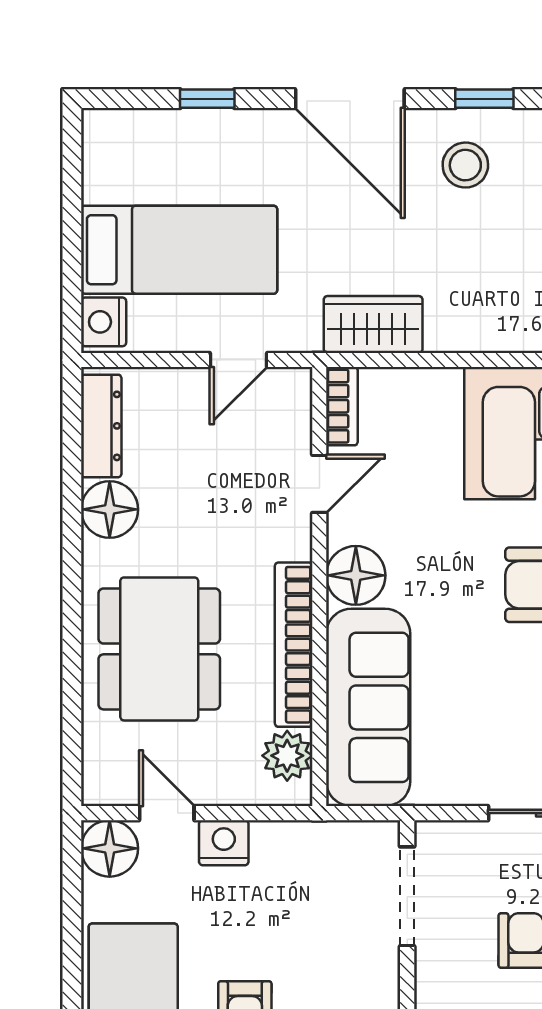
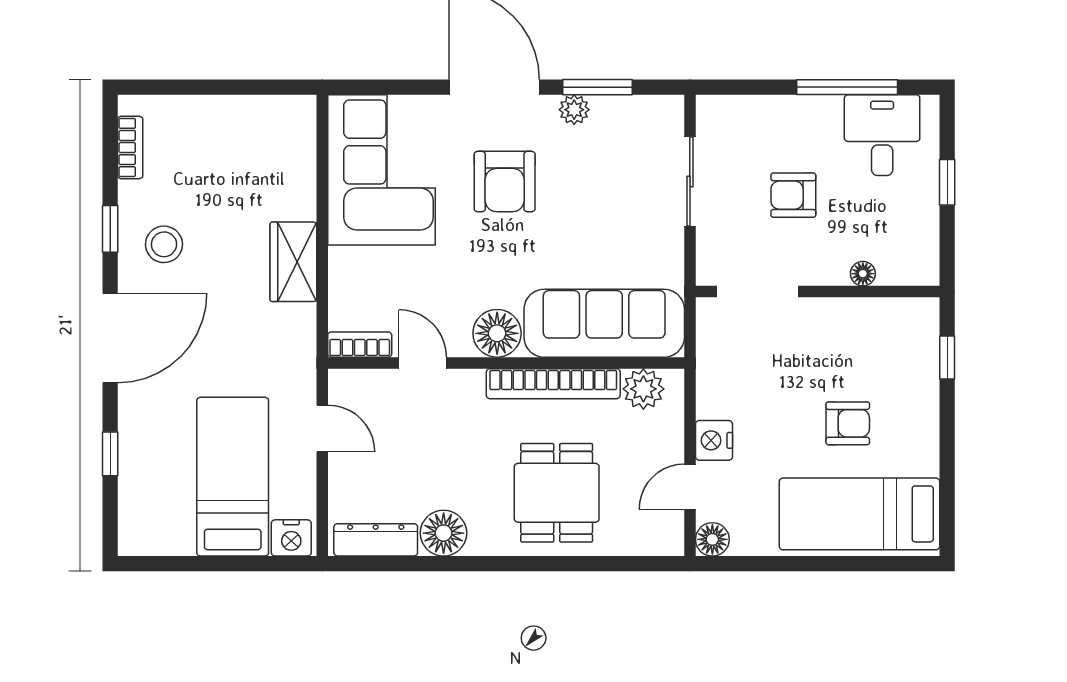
wardrobe: (373, 324) -> (293, 262), moved
dining table: (159, 649) -> (557, 493), width x0.73
floor lamp: (110, 848) -> (712, 539), width x0.73, depth x0.73

